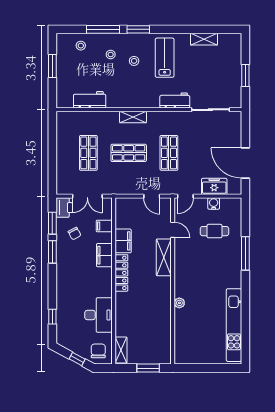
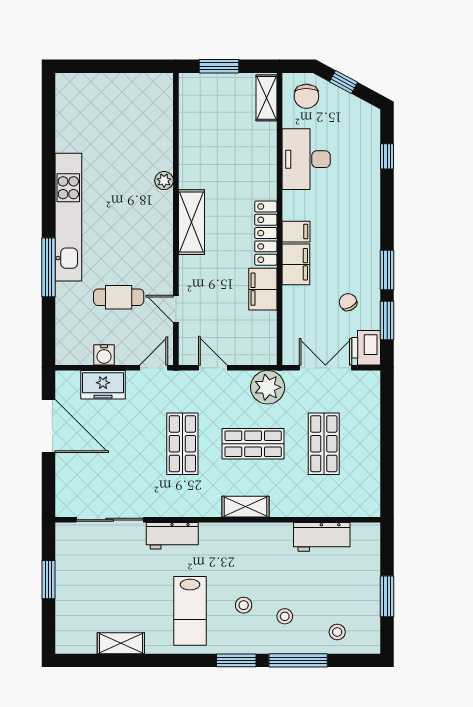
plant: (120, 185) -> (268, 387), added
filing cabinet: (104, 226) -> (296, 232), moved
cafe table: (215, 231) -> (119, 297), moved
shelving: (164, 257) -> (192, 222), moved
kitchen unit: (234, 325) -> (68, 217), moved

